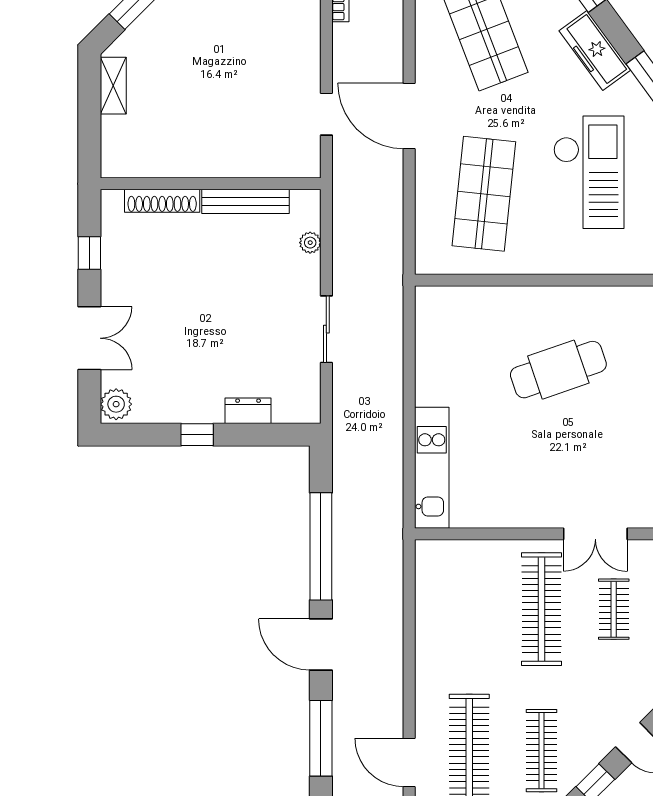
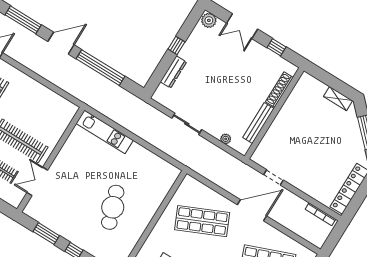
shop shelf: (484, 194) -> (202, 221), turned -30
dresser: (248, 411) -> (173, 72), width x1.44

